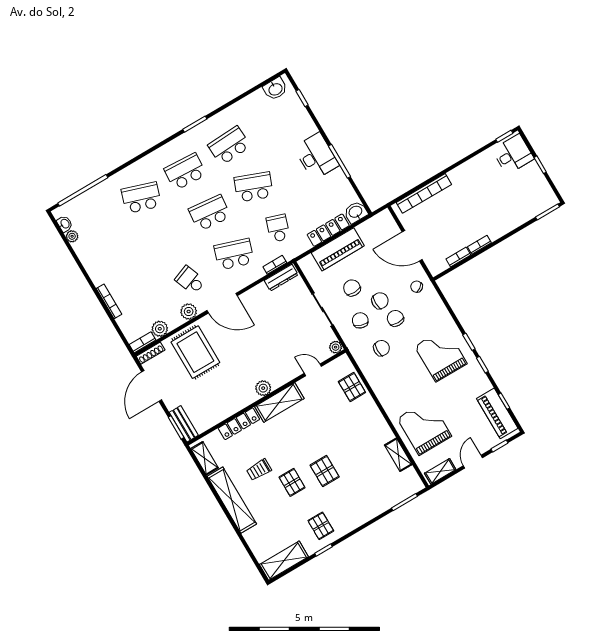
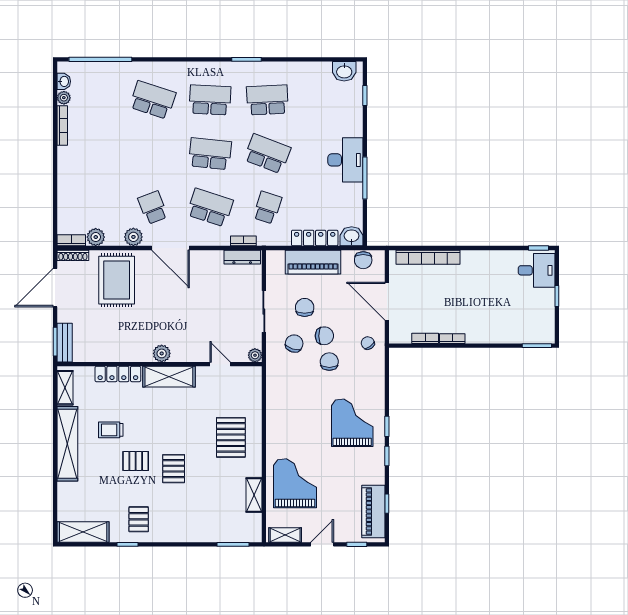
bookcase: (109, 301) -> (62, 126), moved
chair: (382, 348) -> (363, 260), moved, turned 90
pallet: (352, 387) -> (231, 437), moved, width x1.50, depth x1.42
pallet: (292, 482) -> (136, 461), turned 90

